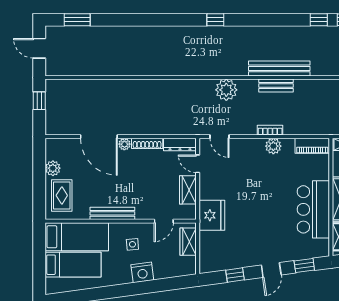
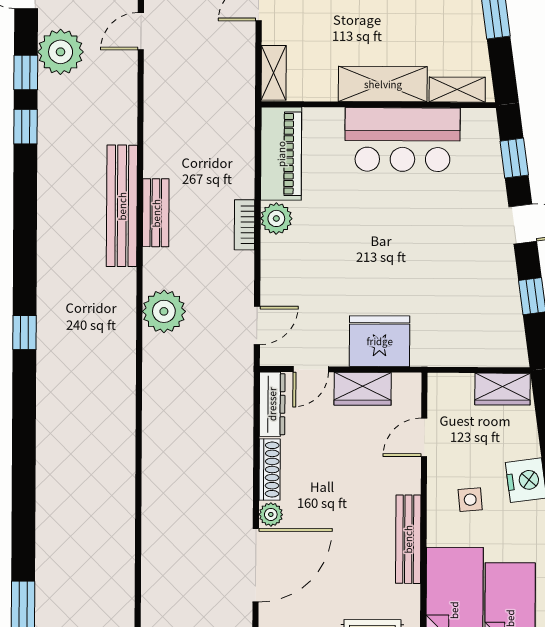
piano: (312, 146) -> (281, 154), width x1.37, depth x1.33
fridge: (212, 215) -> (380, 341), moved
door: (164, 221) -> (424, 437), swing flipped
wardrobe: (188, 242) -> (502, 389), moved

